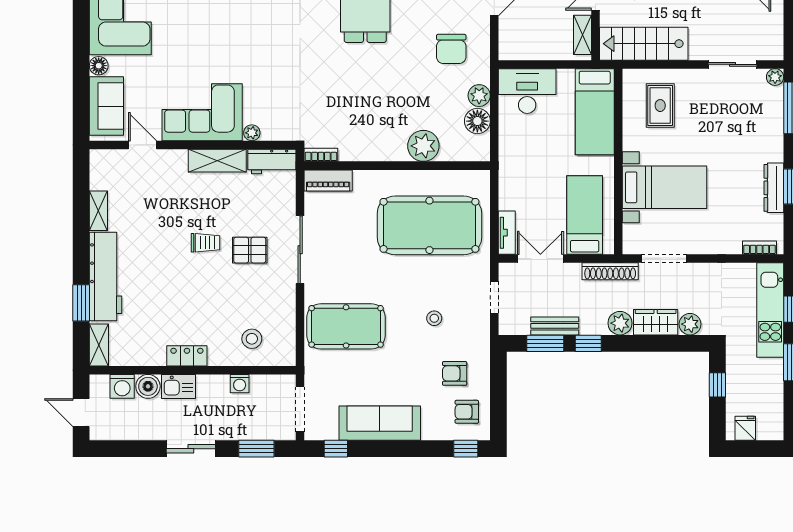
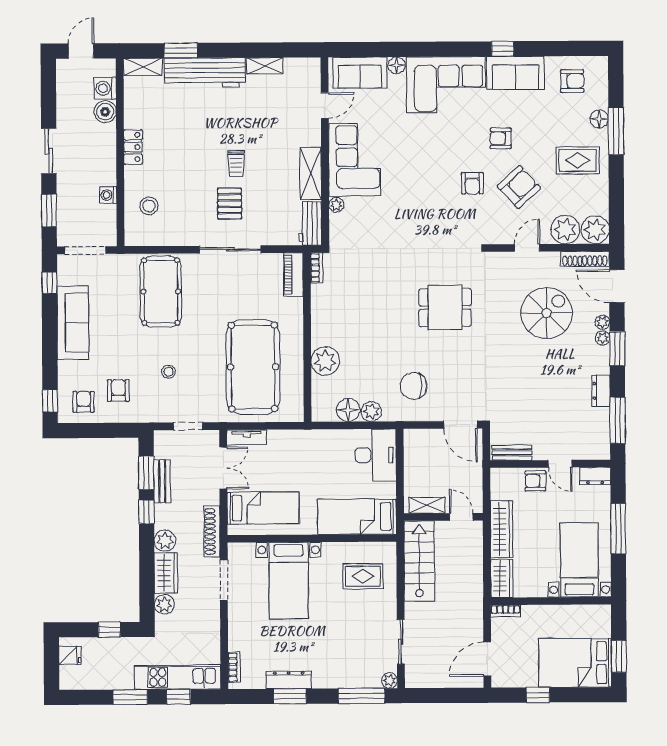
kitchen sink: (178, 386) -> (105, 139), removed

